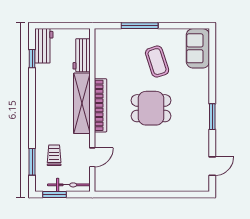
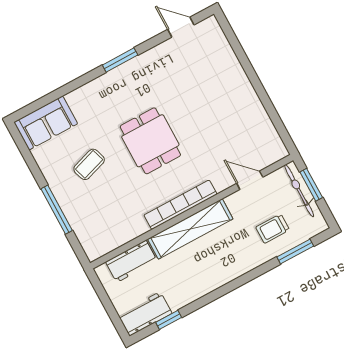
coffee table: (157, 62) -> (89, 164), width x0.73, depth x0.77
window: (55, 194) -> (311, 185), moved

